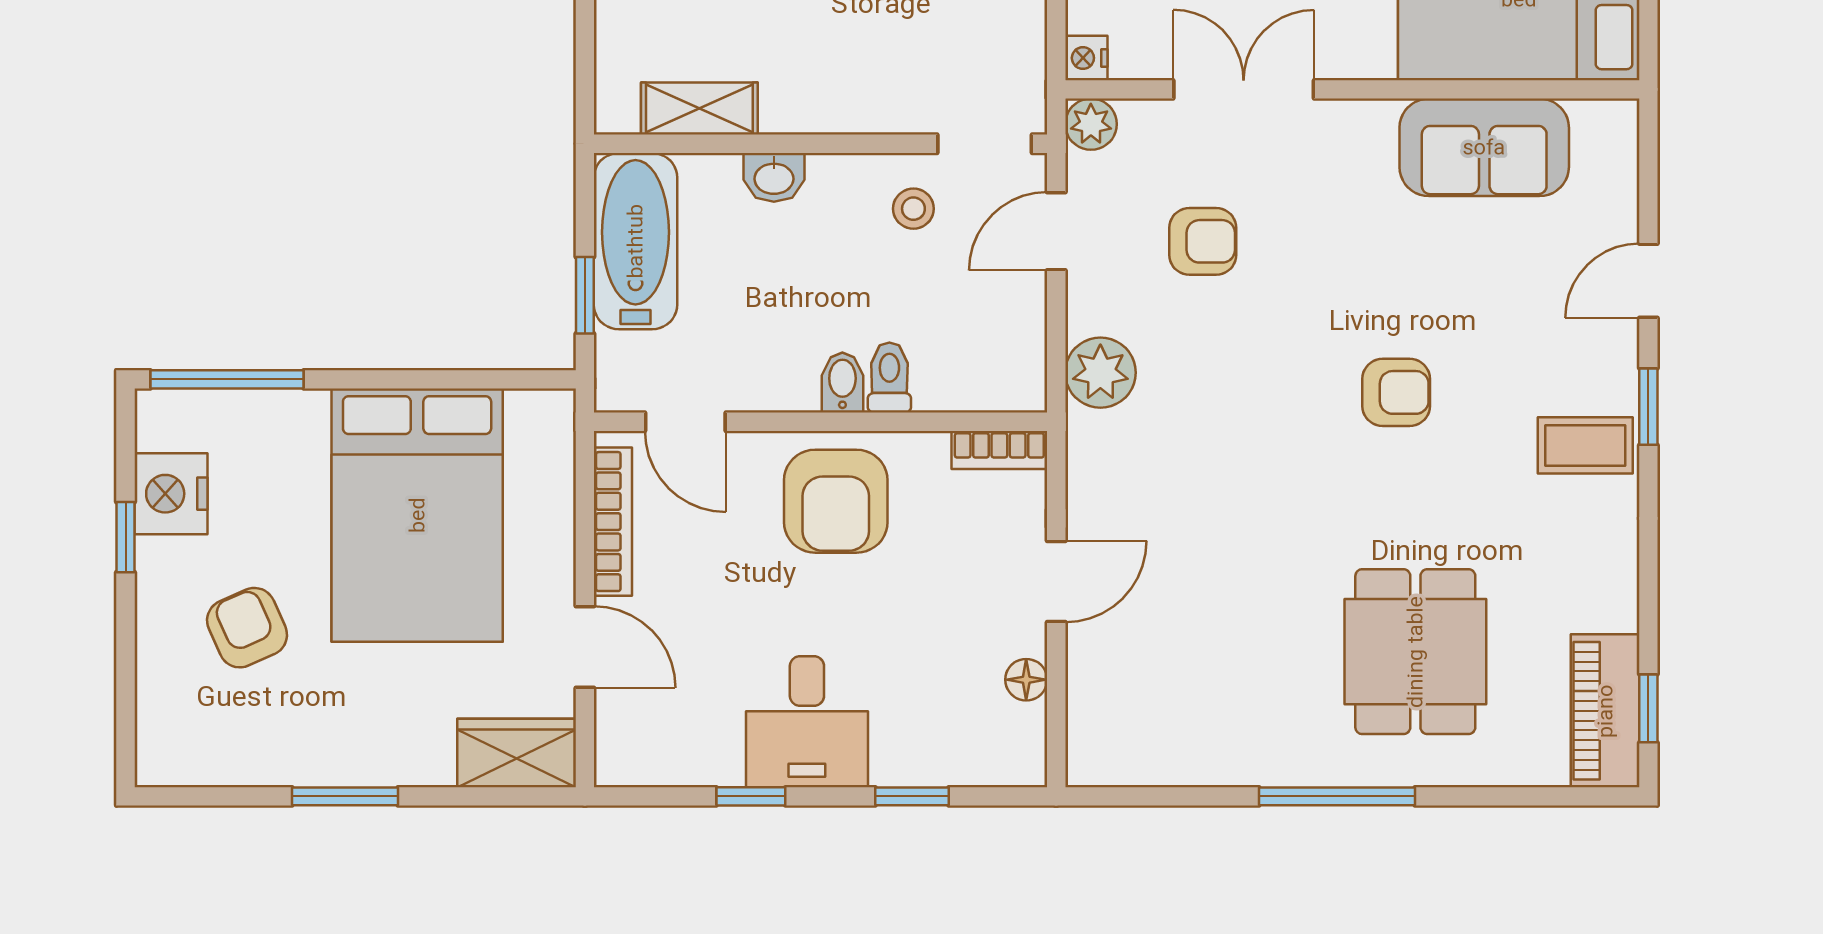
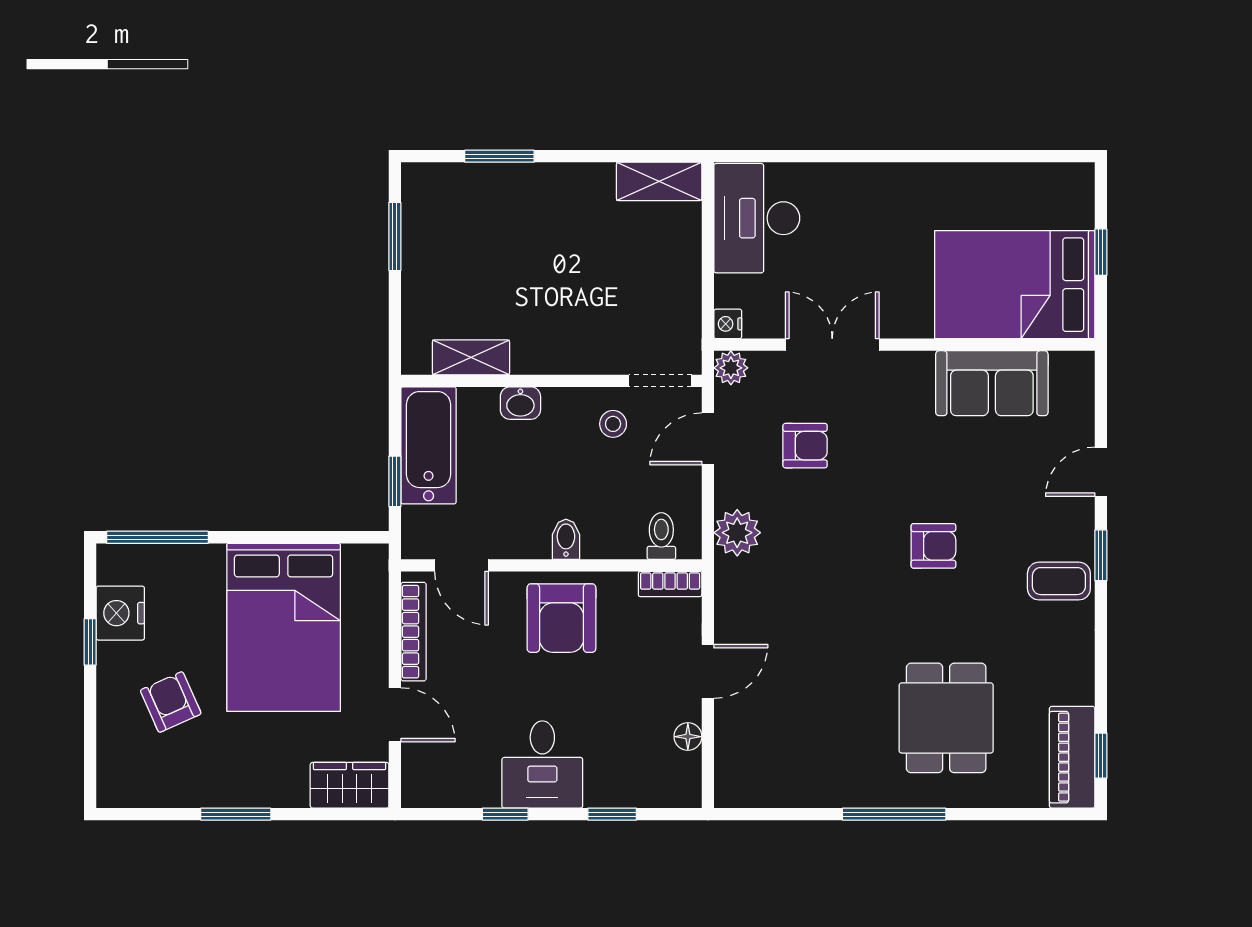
toilet: (889, 378) -> (661, 536), moved

